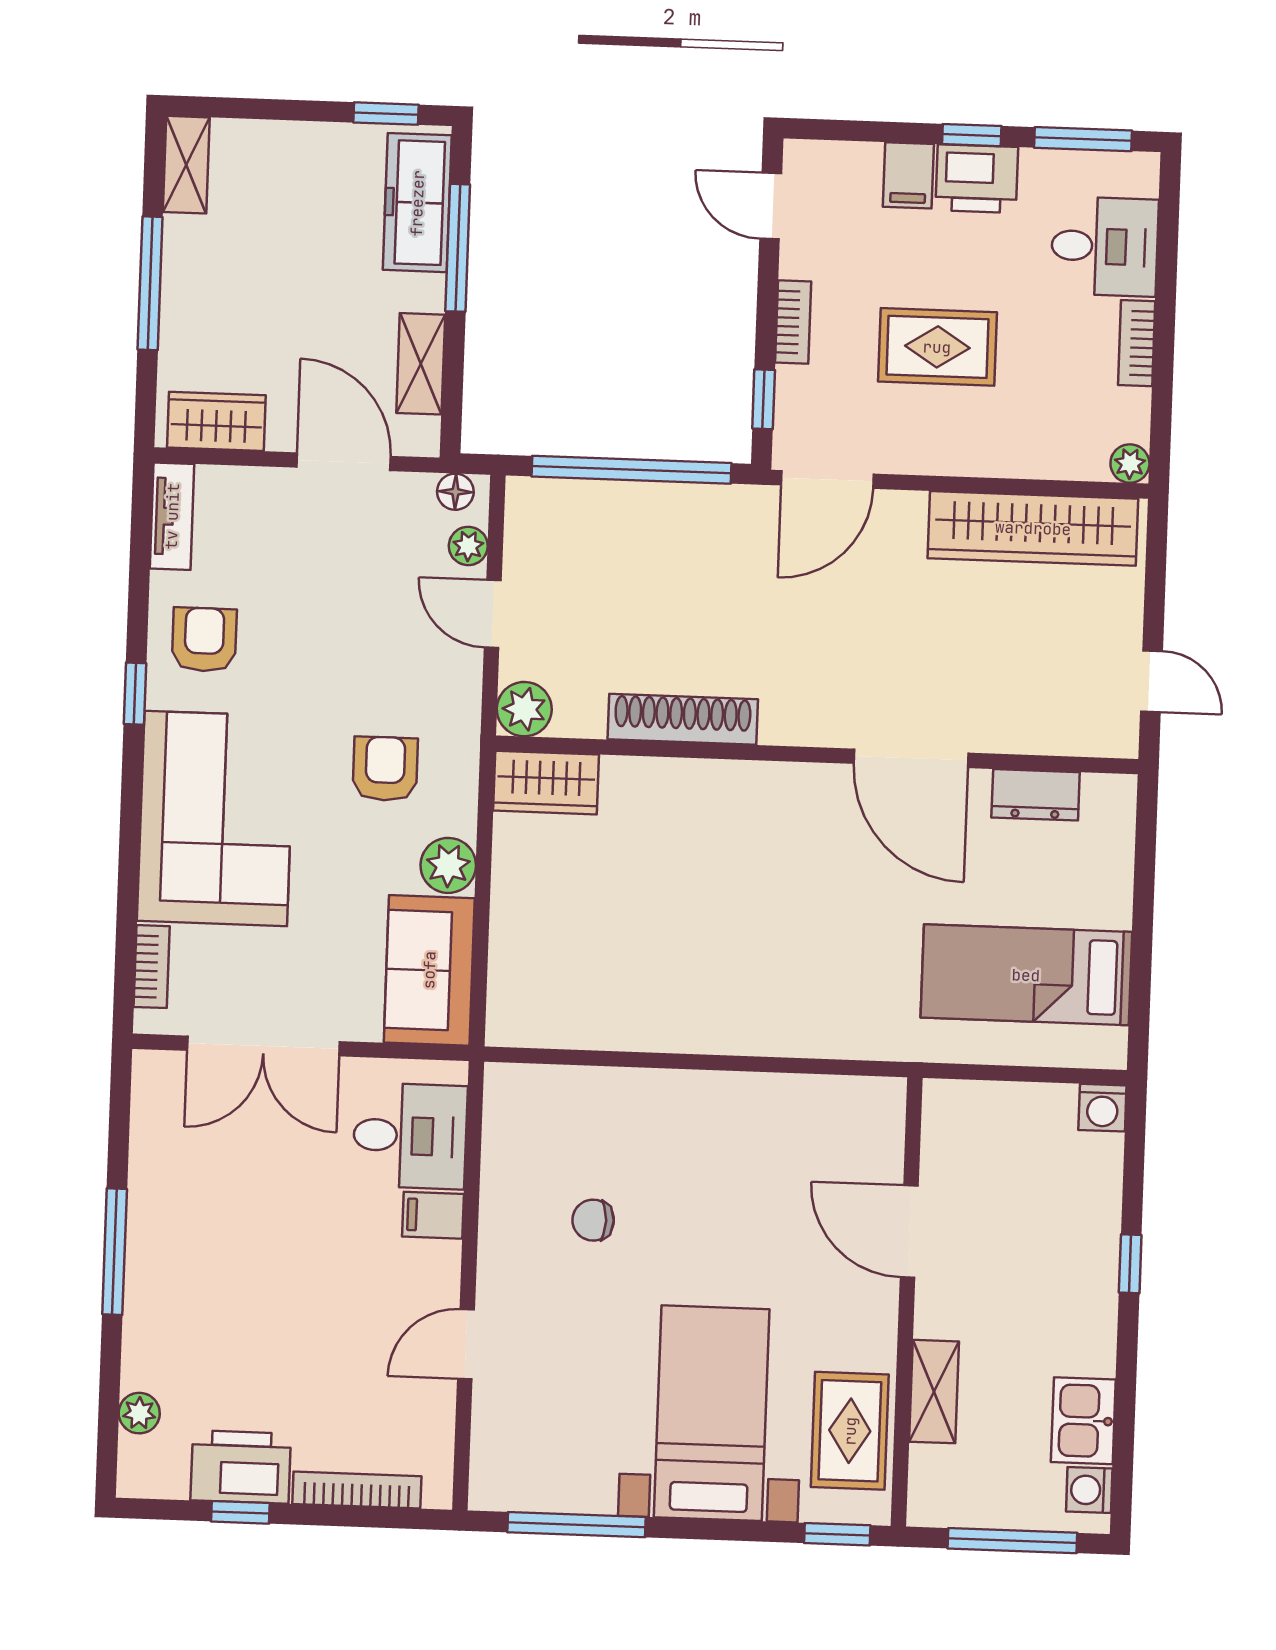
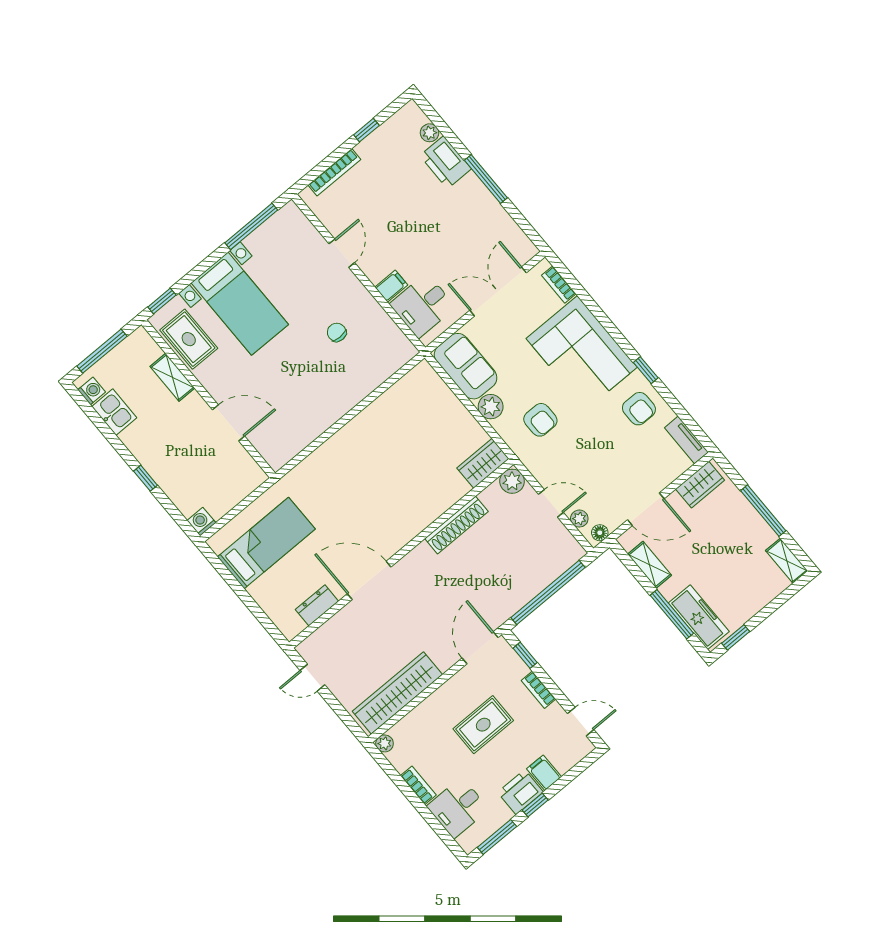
chair: (593, 1220) -> (337, 332), turned -90
printer: (241, 1467) -> (446, 162), moved, turned 90

